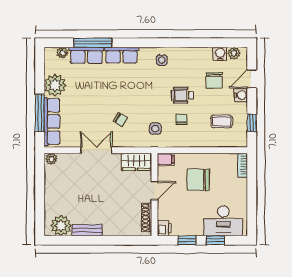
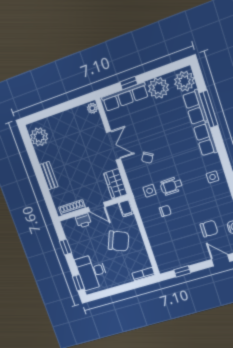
plant: (62, 53) -> (184, 81), width x1.88, depth x1.88
chair: (214, 80) -> (209, 229), turned 180
wheelchair: (182, 95) -> (171, 186), moved, turned -91
water cooler: (241, 95) -> (203, 255), removed
window: (40, 113) -> (129, 83), width x0.46
coffee table: (222, 121) -> (175, 246), removed
chair: (198, 180) -> (119, 241), turned 113
printer: (164, 228) -> (83, 220), moved
bench: (87, 230) -> (49, 176), moved
window: (215, 240) -> (78, 283), moved

